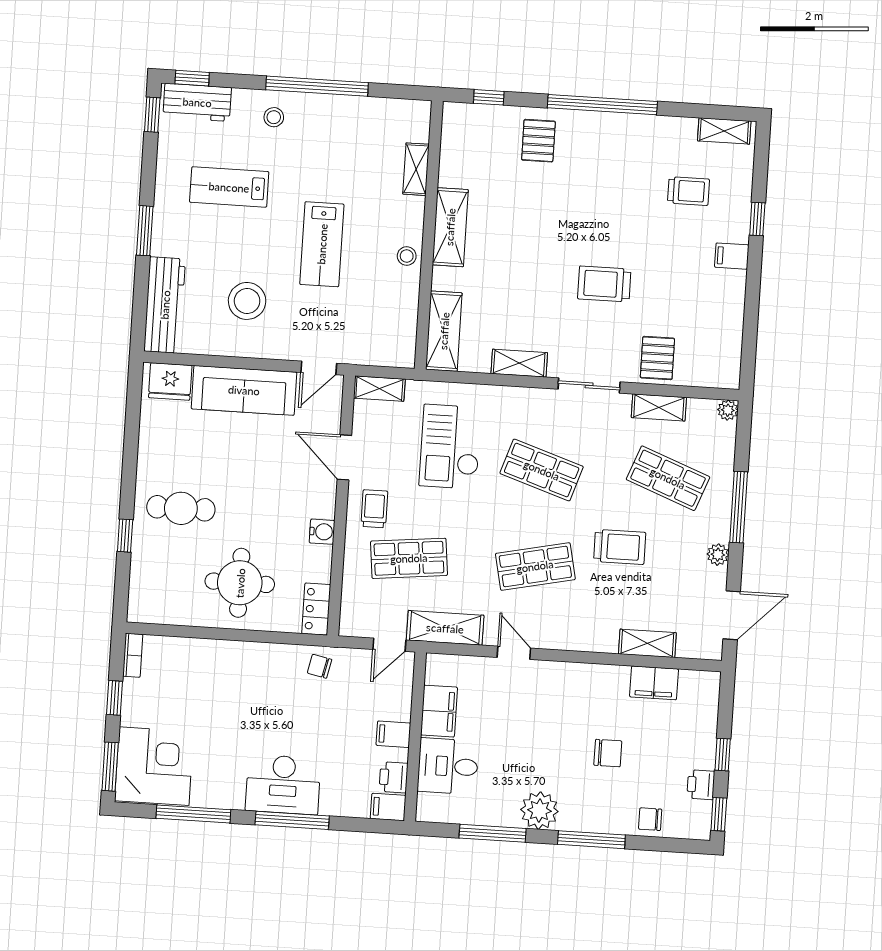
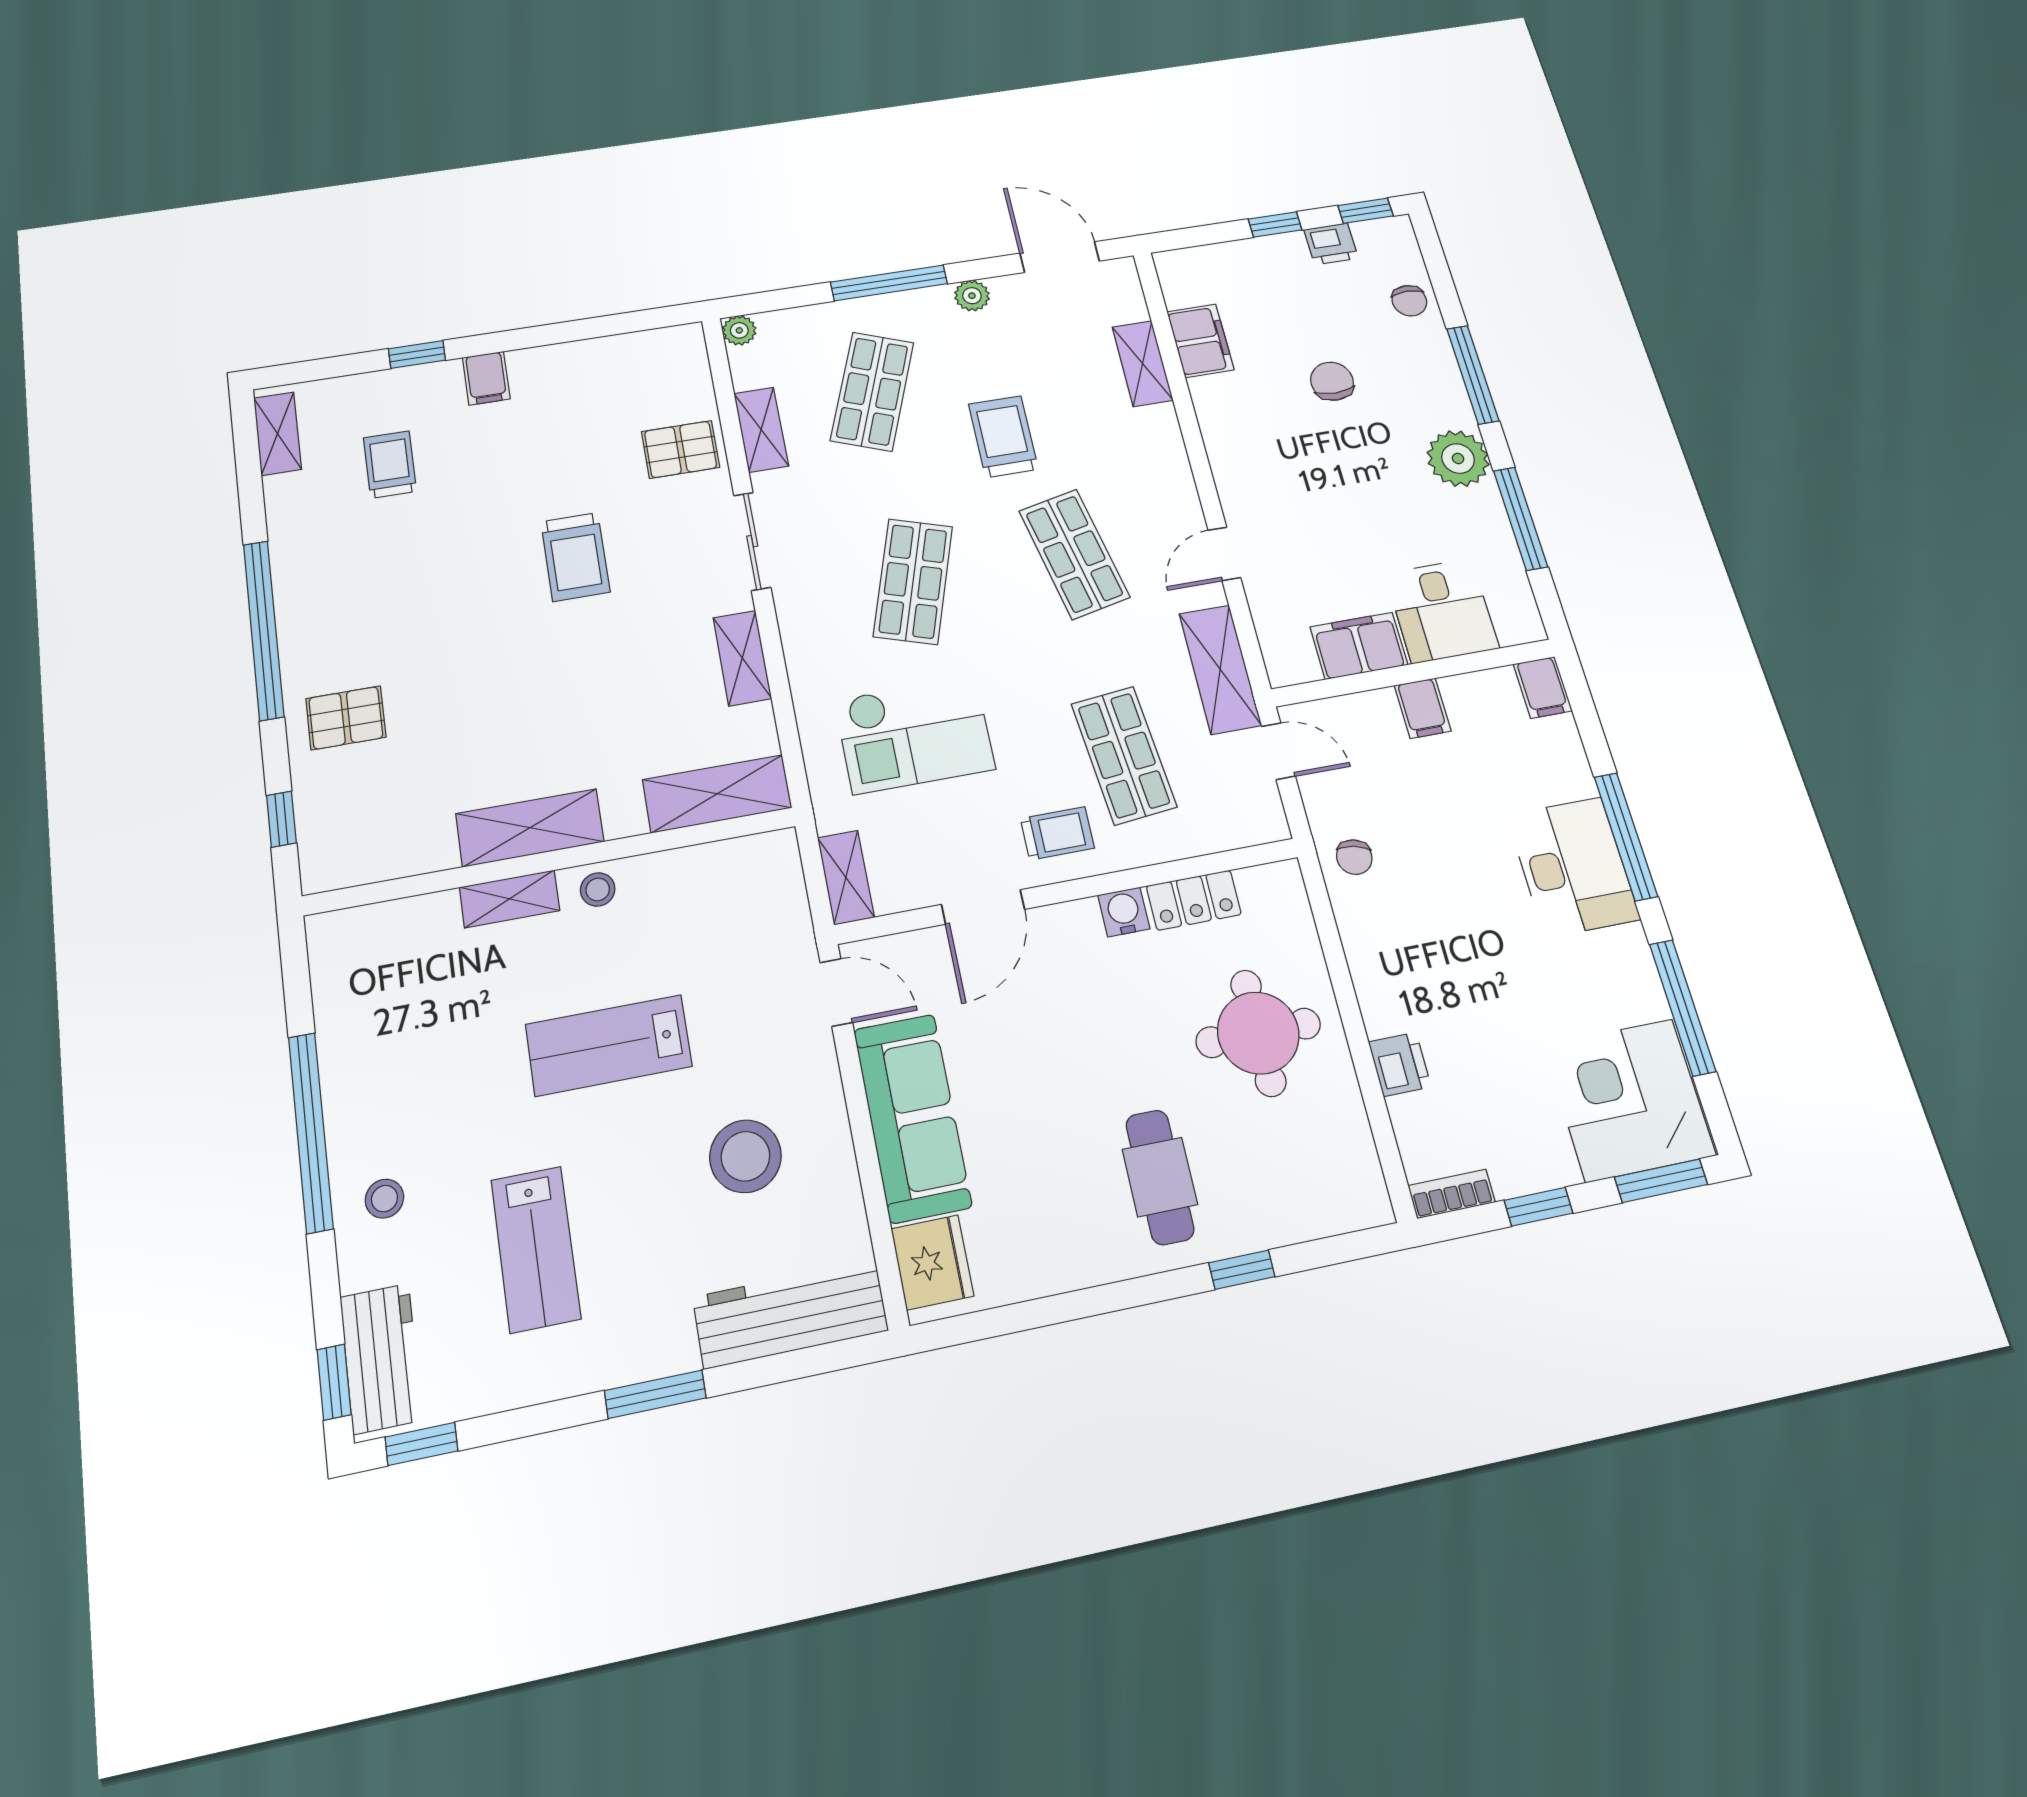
shelving: (416, 169) -> (510, 899), moved
lab bench: (322, 244) -> (609, 1045), turned 180
trolley: (374, 509) -> (1057, 833), turned 180
locker: (316, 609) -> (1194, 900), moved
printer: (394, 777) -> (1400, 1064), moved, turned -90

